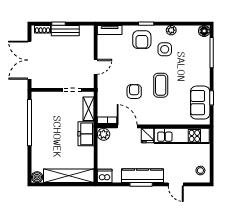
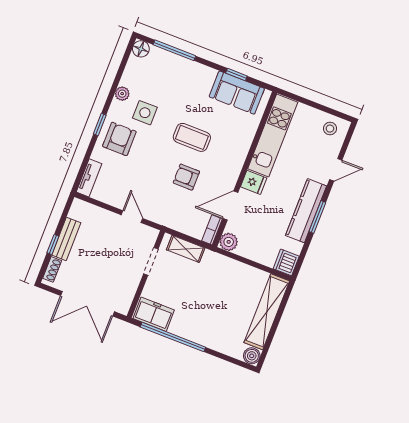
armchair: (142, 40) -> (119, 139), turned -90
freezer: (86, 134) -> (154, 314), moved, turned 180

